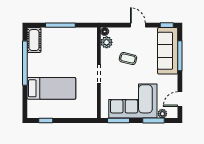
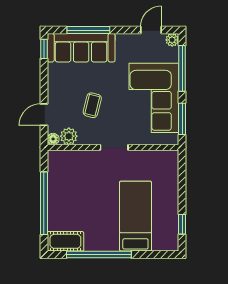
window: (60, 25) -> (44, 203), width x1.46
door: (138, 25) -> (44, 115), moved
door: (180, 99) -> (151, 30), swing flipped
plant: (162, 114) -> (172, 40), moved
window: (153, 120) -> (182, 68), width x1.44

